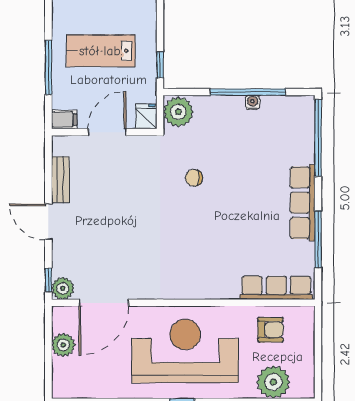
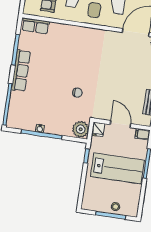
lab bench: (101, 51) -> (117, 168), width x1.36, depth x1.39
door: (107, 132) -> (120, 124), swing flipped
row of seats: (276, 288) -> (36, 26), width x0.68

